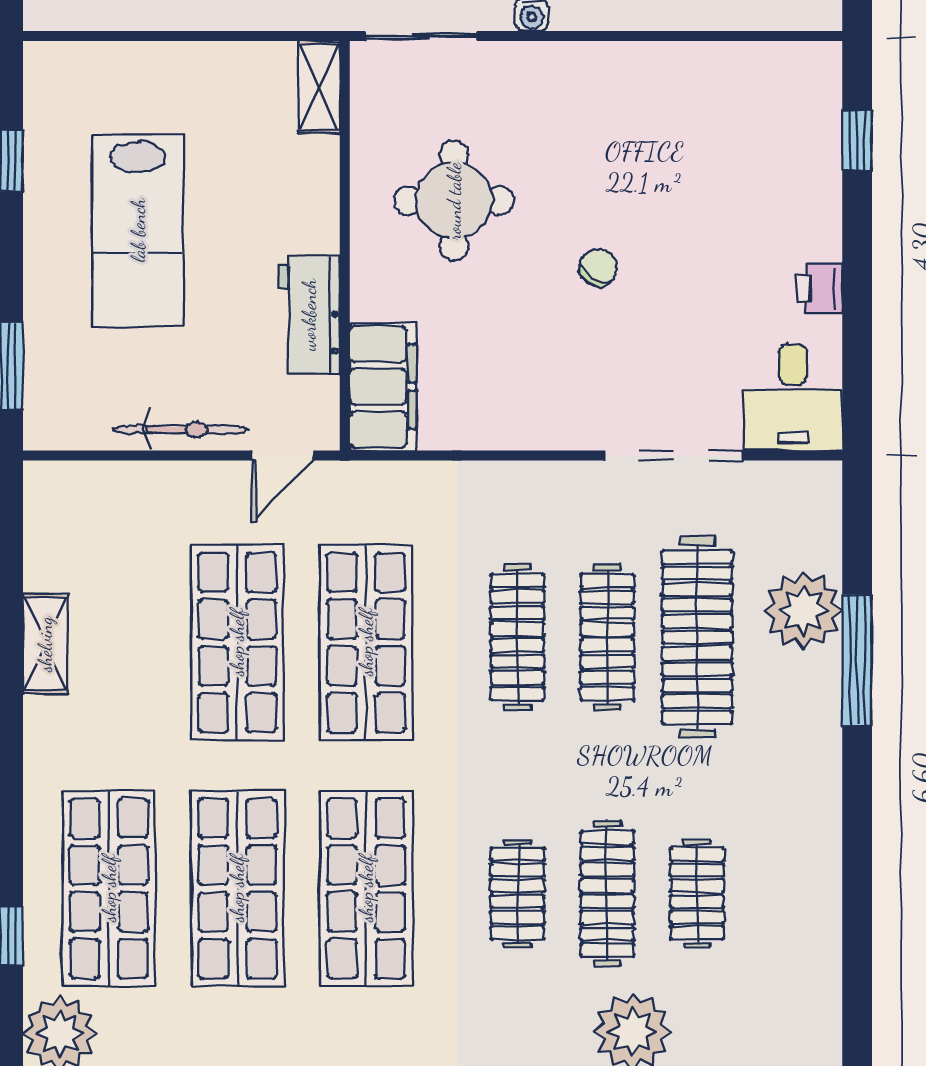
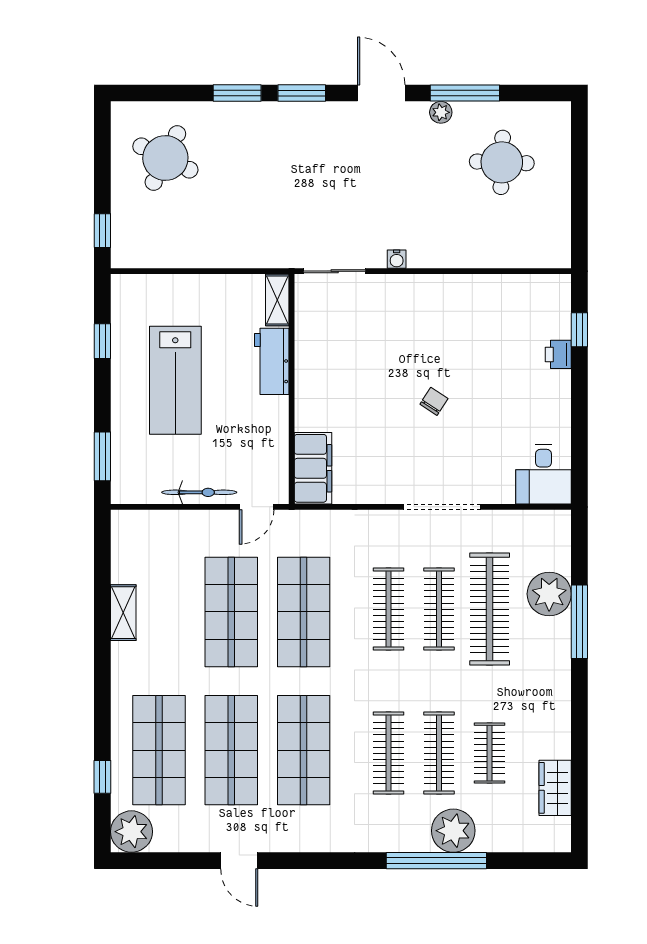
round table: (454, 201) -> (353, 364), removed
printer: (819, 288) -> (558, 354), moved
workbench: (309, 315) -> (272, 361), moved
doorway: (673, 456) -> (442, 507), moved
clothes rail: (517, 894) -> (389, 753), width x1.36
wardrobe: (814, 956) -> (555, 788), added

